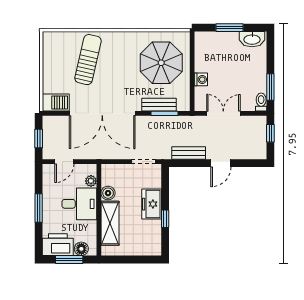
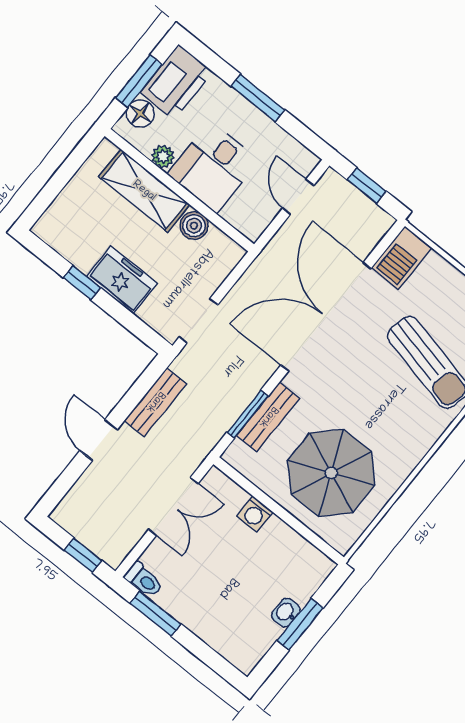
washbasin: (252, 39) -> (286, 613), moved, width x0.52, depth x0.69
plant: (91, 181) -> (163, 156), moved

